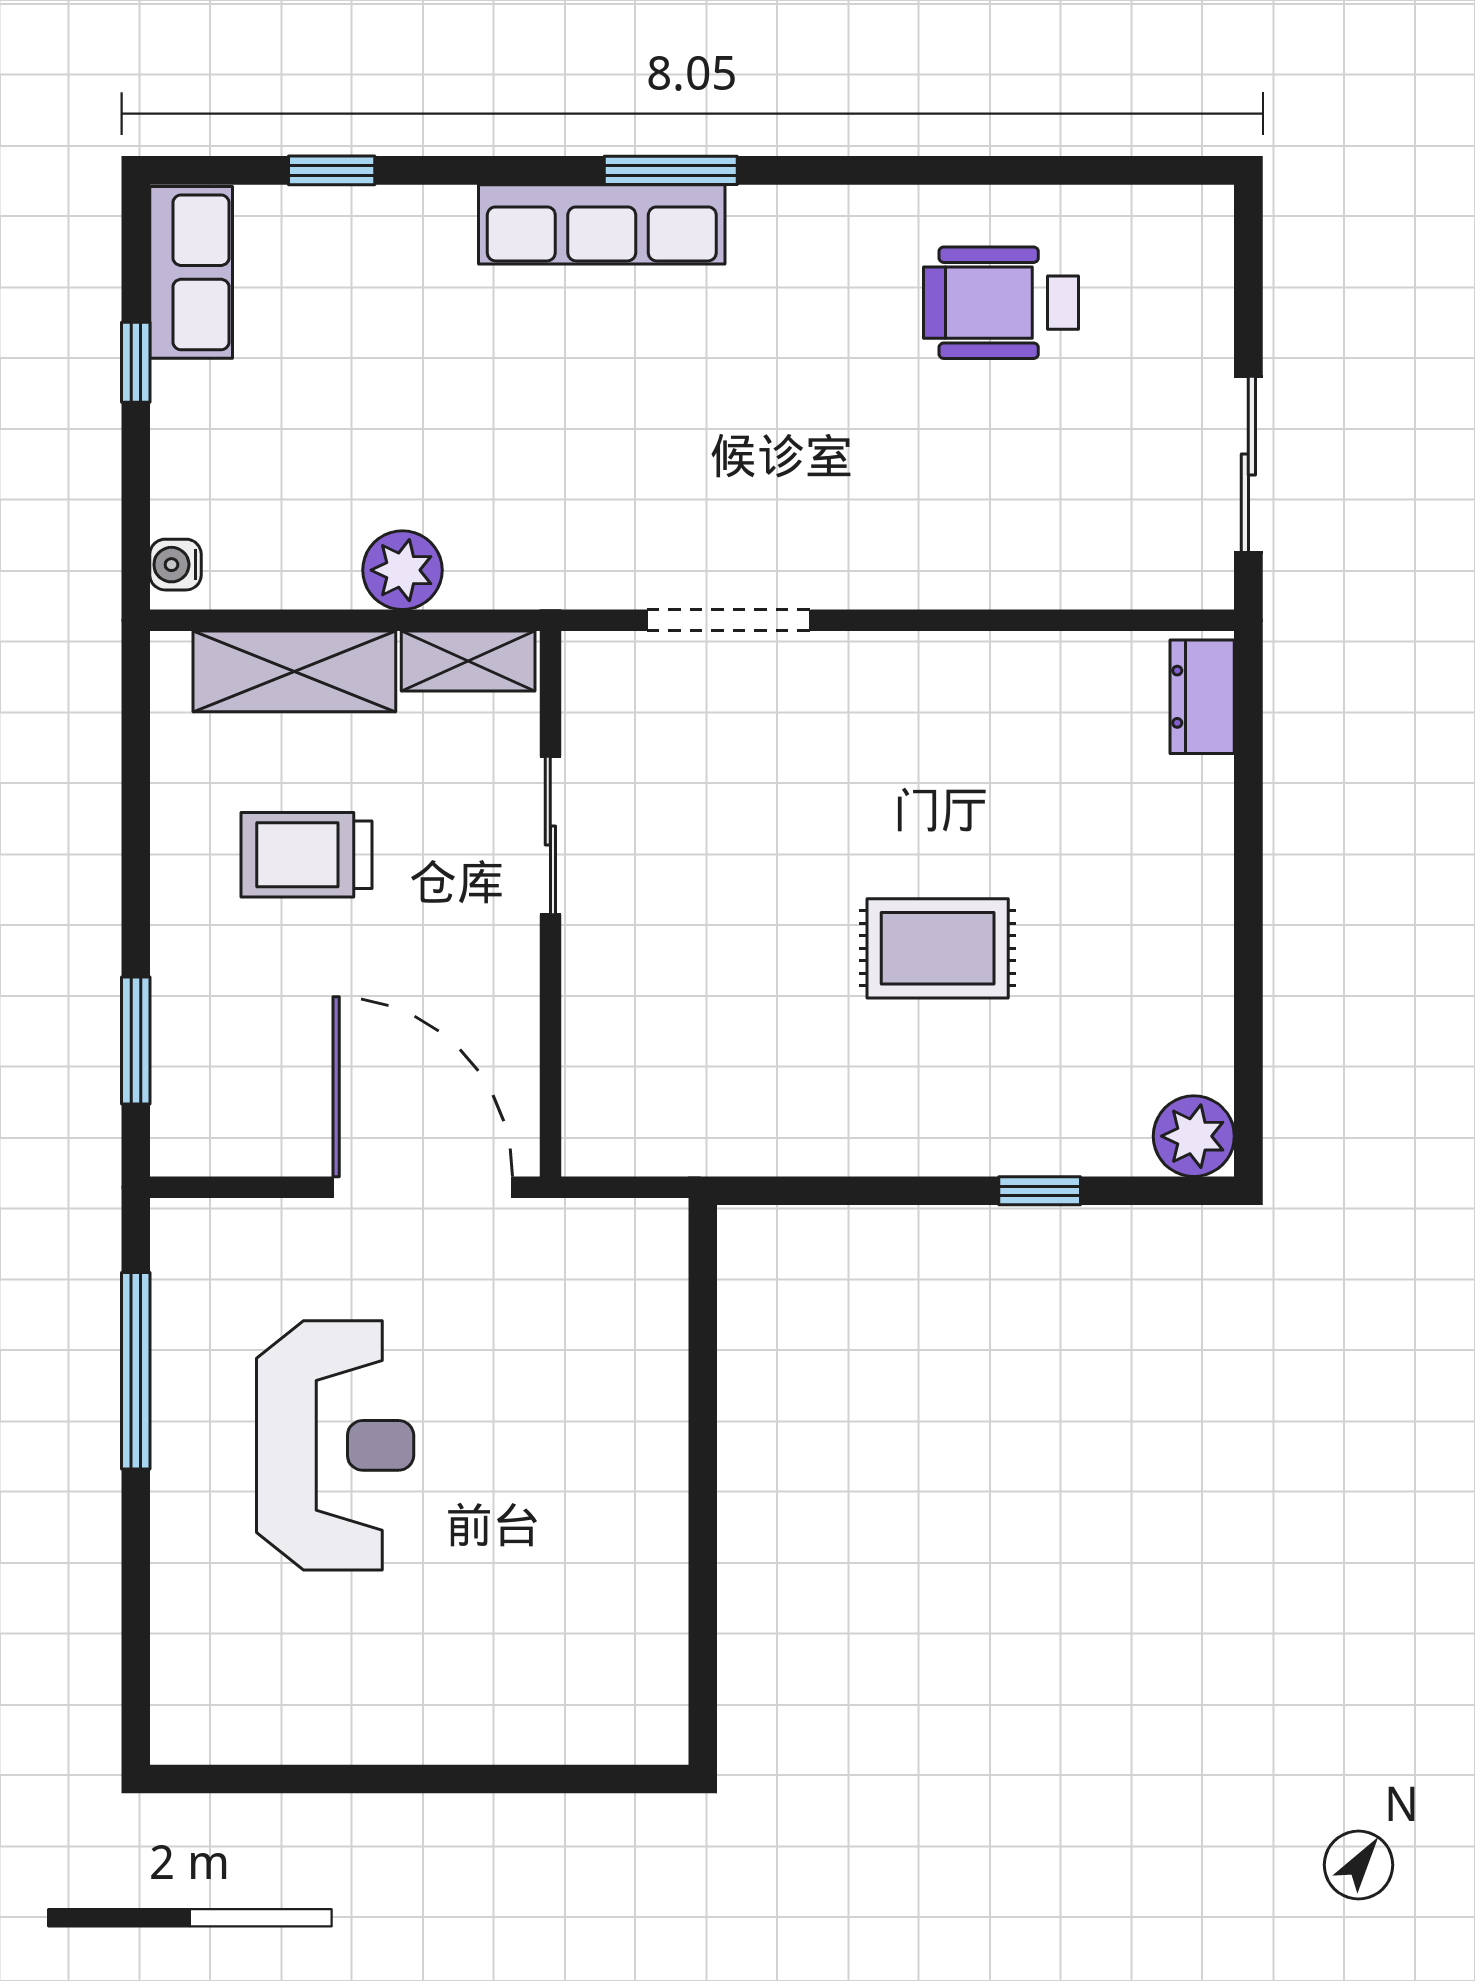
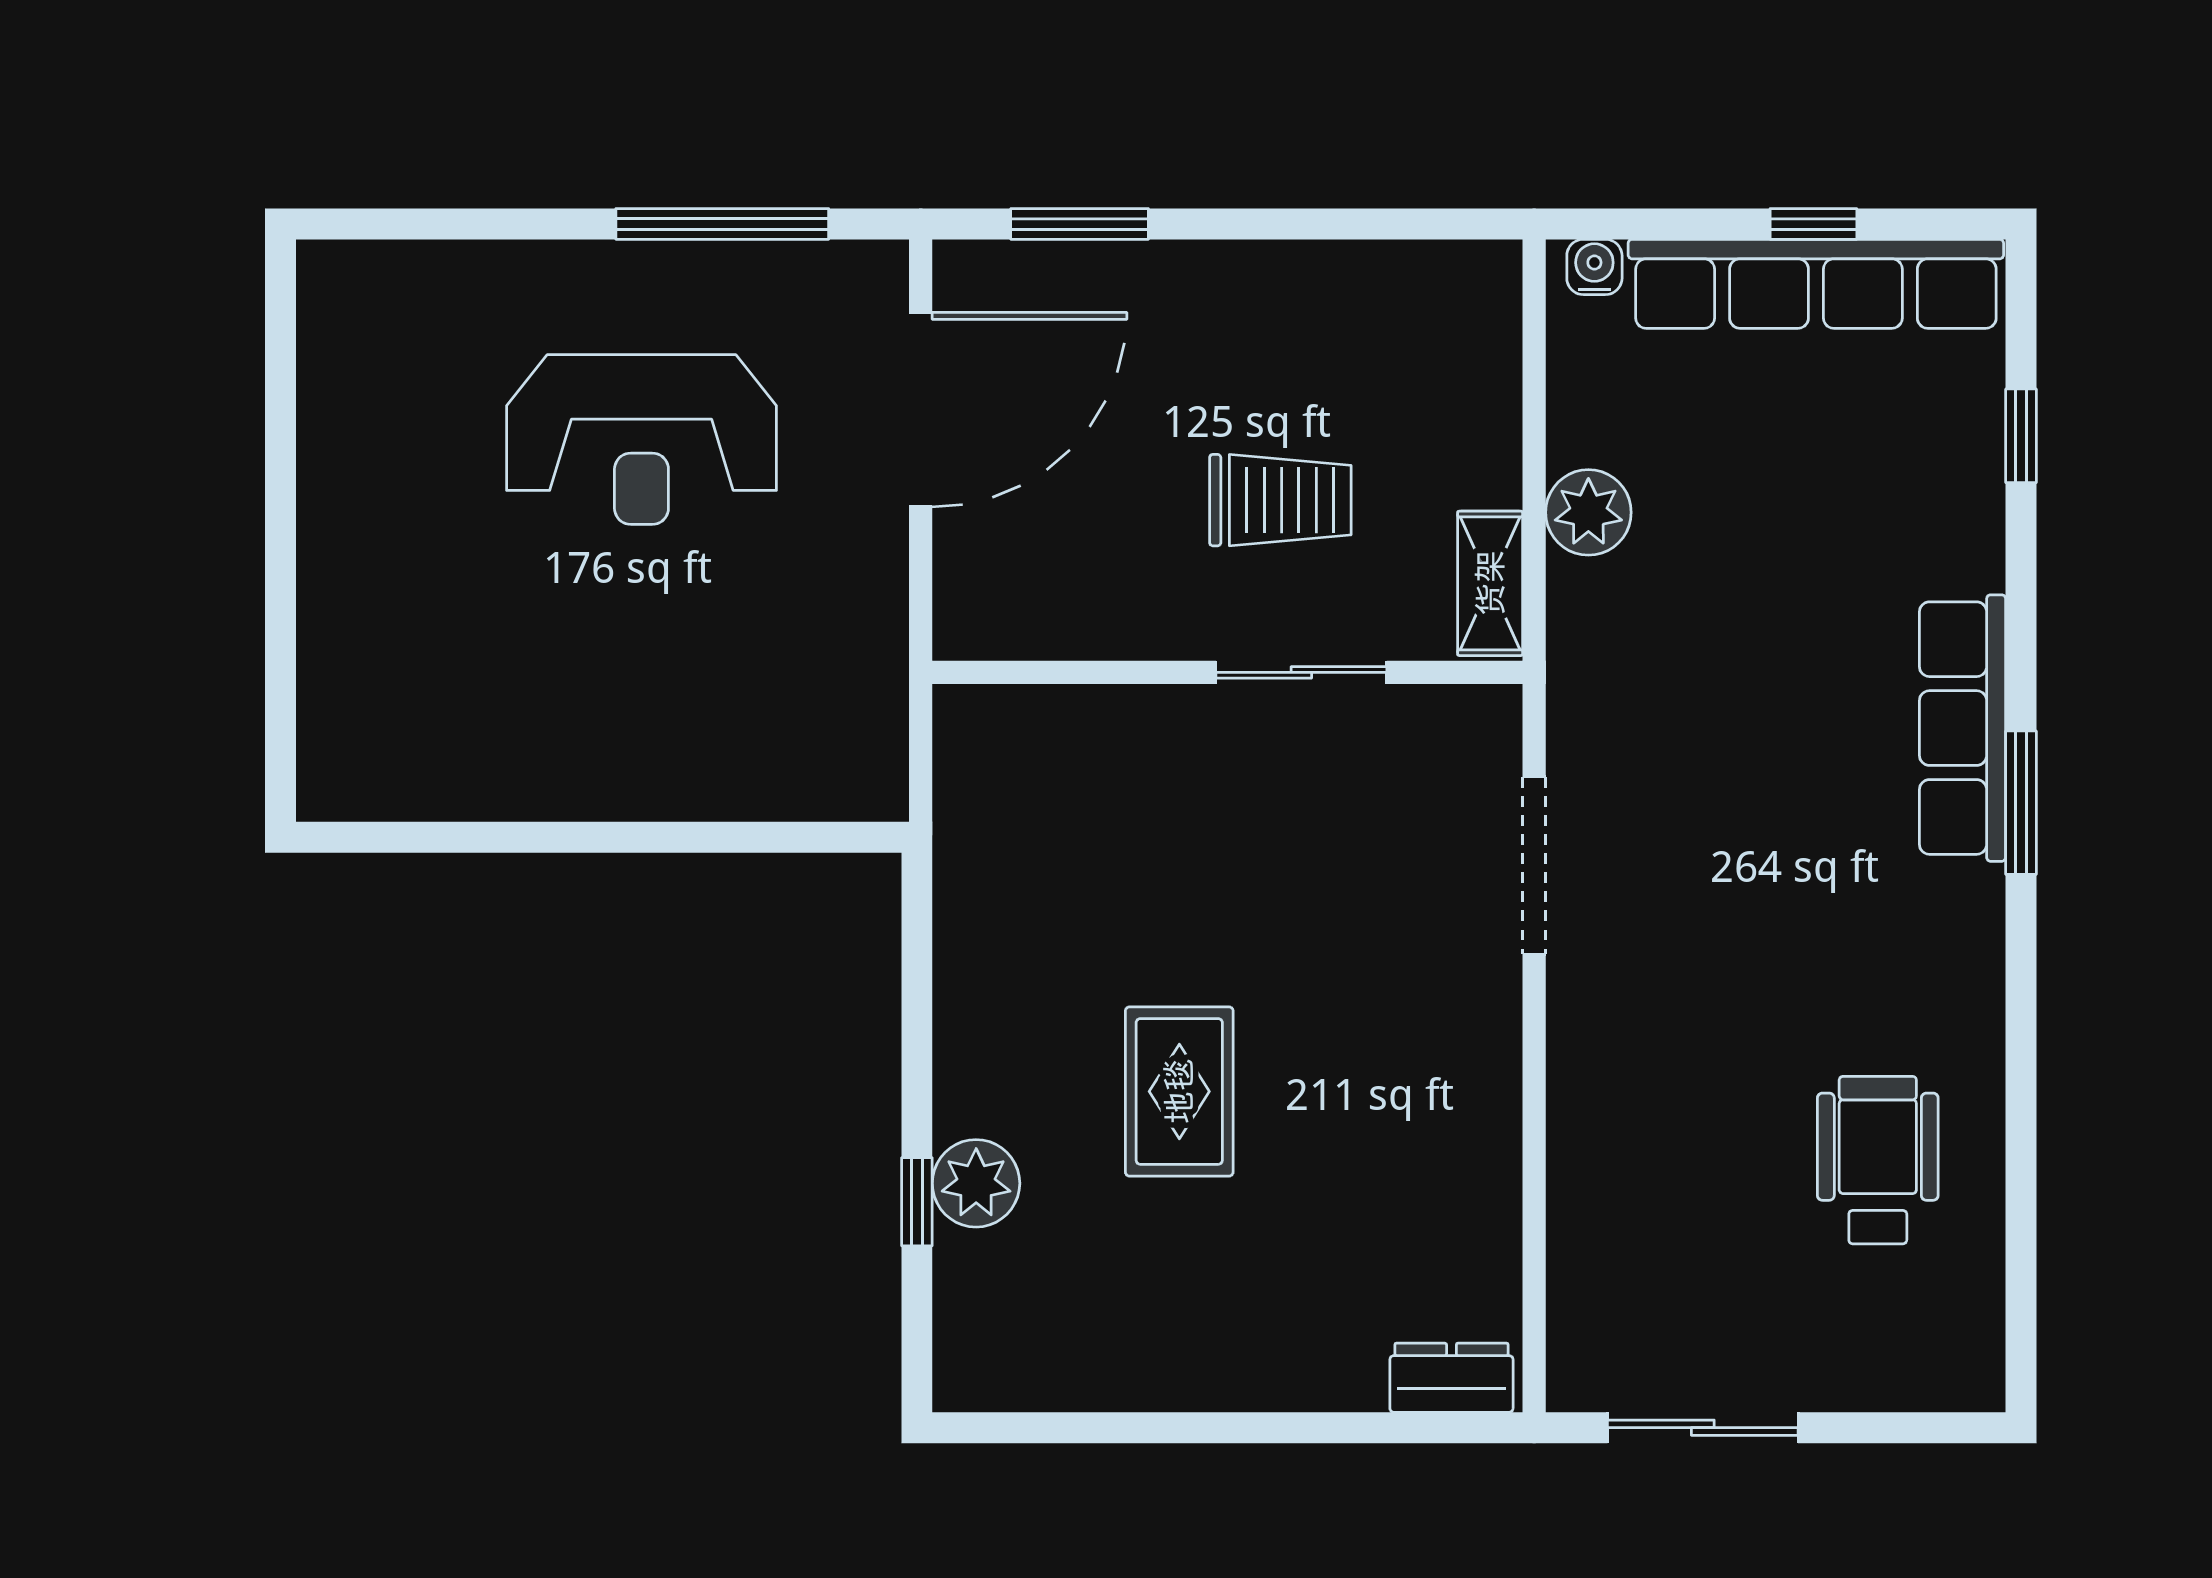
row of seats: (191, 272) -> (1816, 284), width x2.02
shelving: (294, 671) -> (1479, 395), removed
trolley: (307, 855) -> (1280, 500), moved, turned 90
plant: (1194, 1136) -> (976, 1183), moved
door: (423, 1187) -> (921, 410), moved

